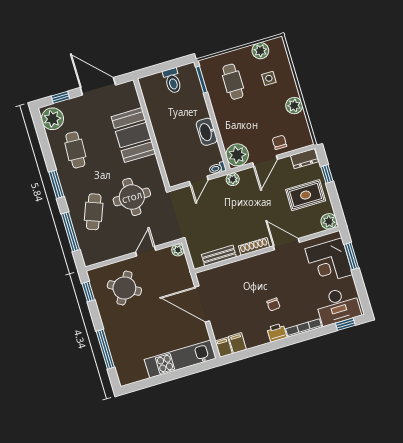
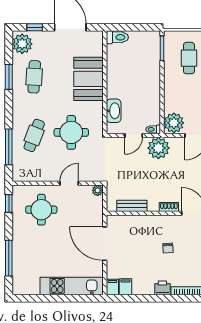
toilet: (172, 81) -> (117, 37), moved, turned -90
washbasin: (207, 132) -> (114, 111), moved, turned 180
plant: (233, 179) -> (158, 148), width x1.88, depth x1.88
window: (56, 184) -> (9, 77), moved
shoe rack: (254, 247) -> (169, 207), width x0.70
round table: (124, 288) -> (41, 210), turned -30
chair: (273, 304) -> (168, 248), moved

